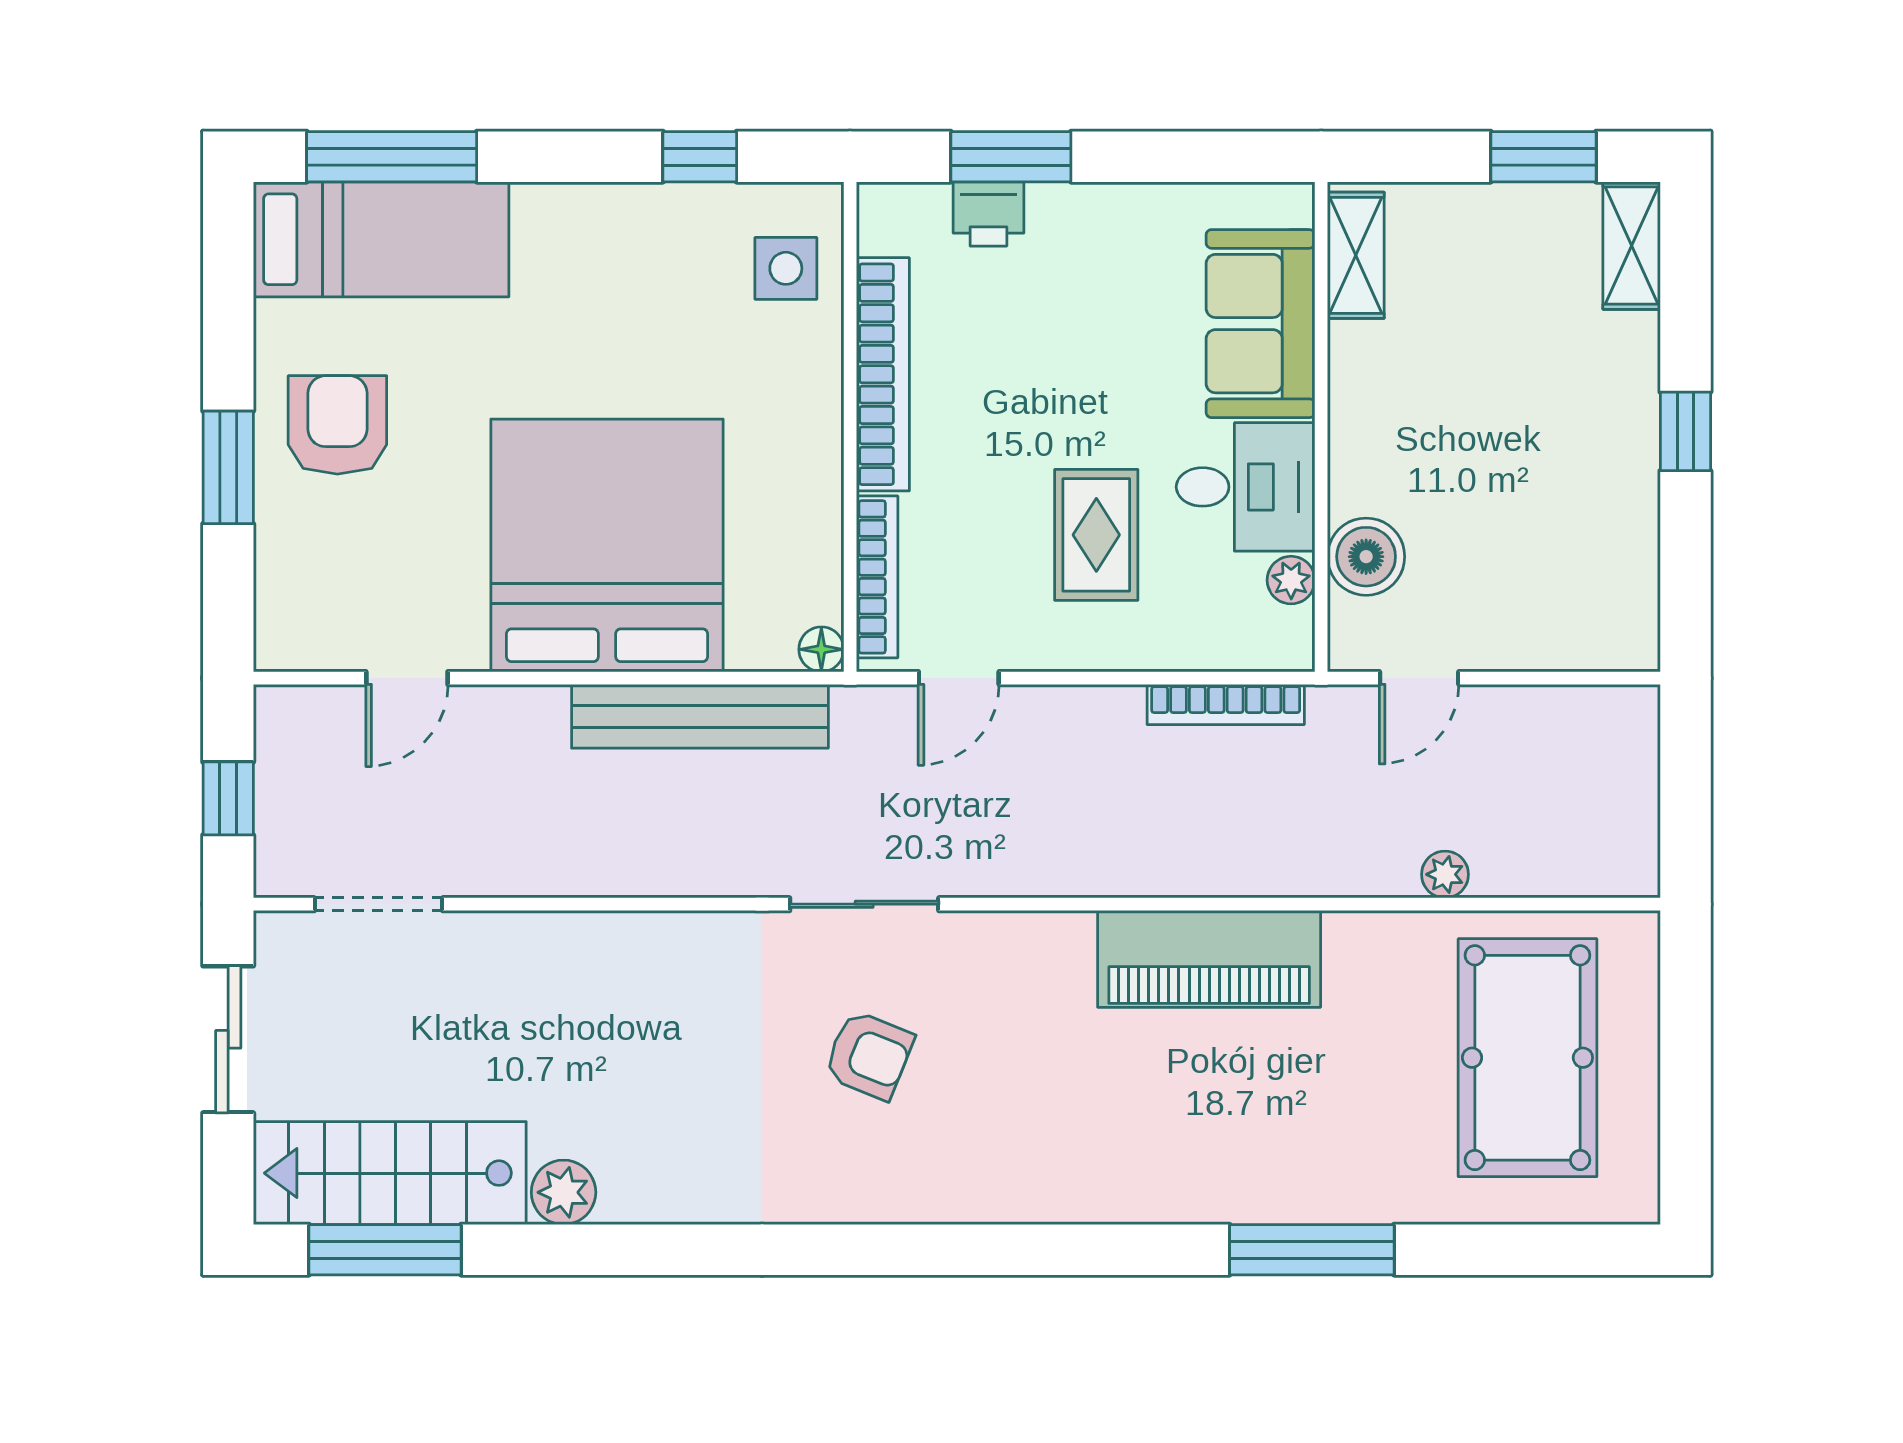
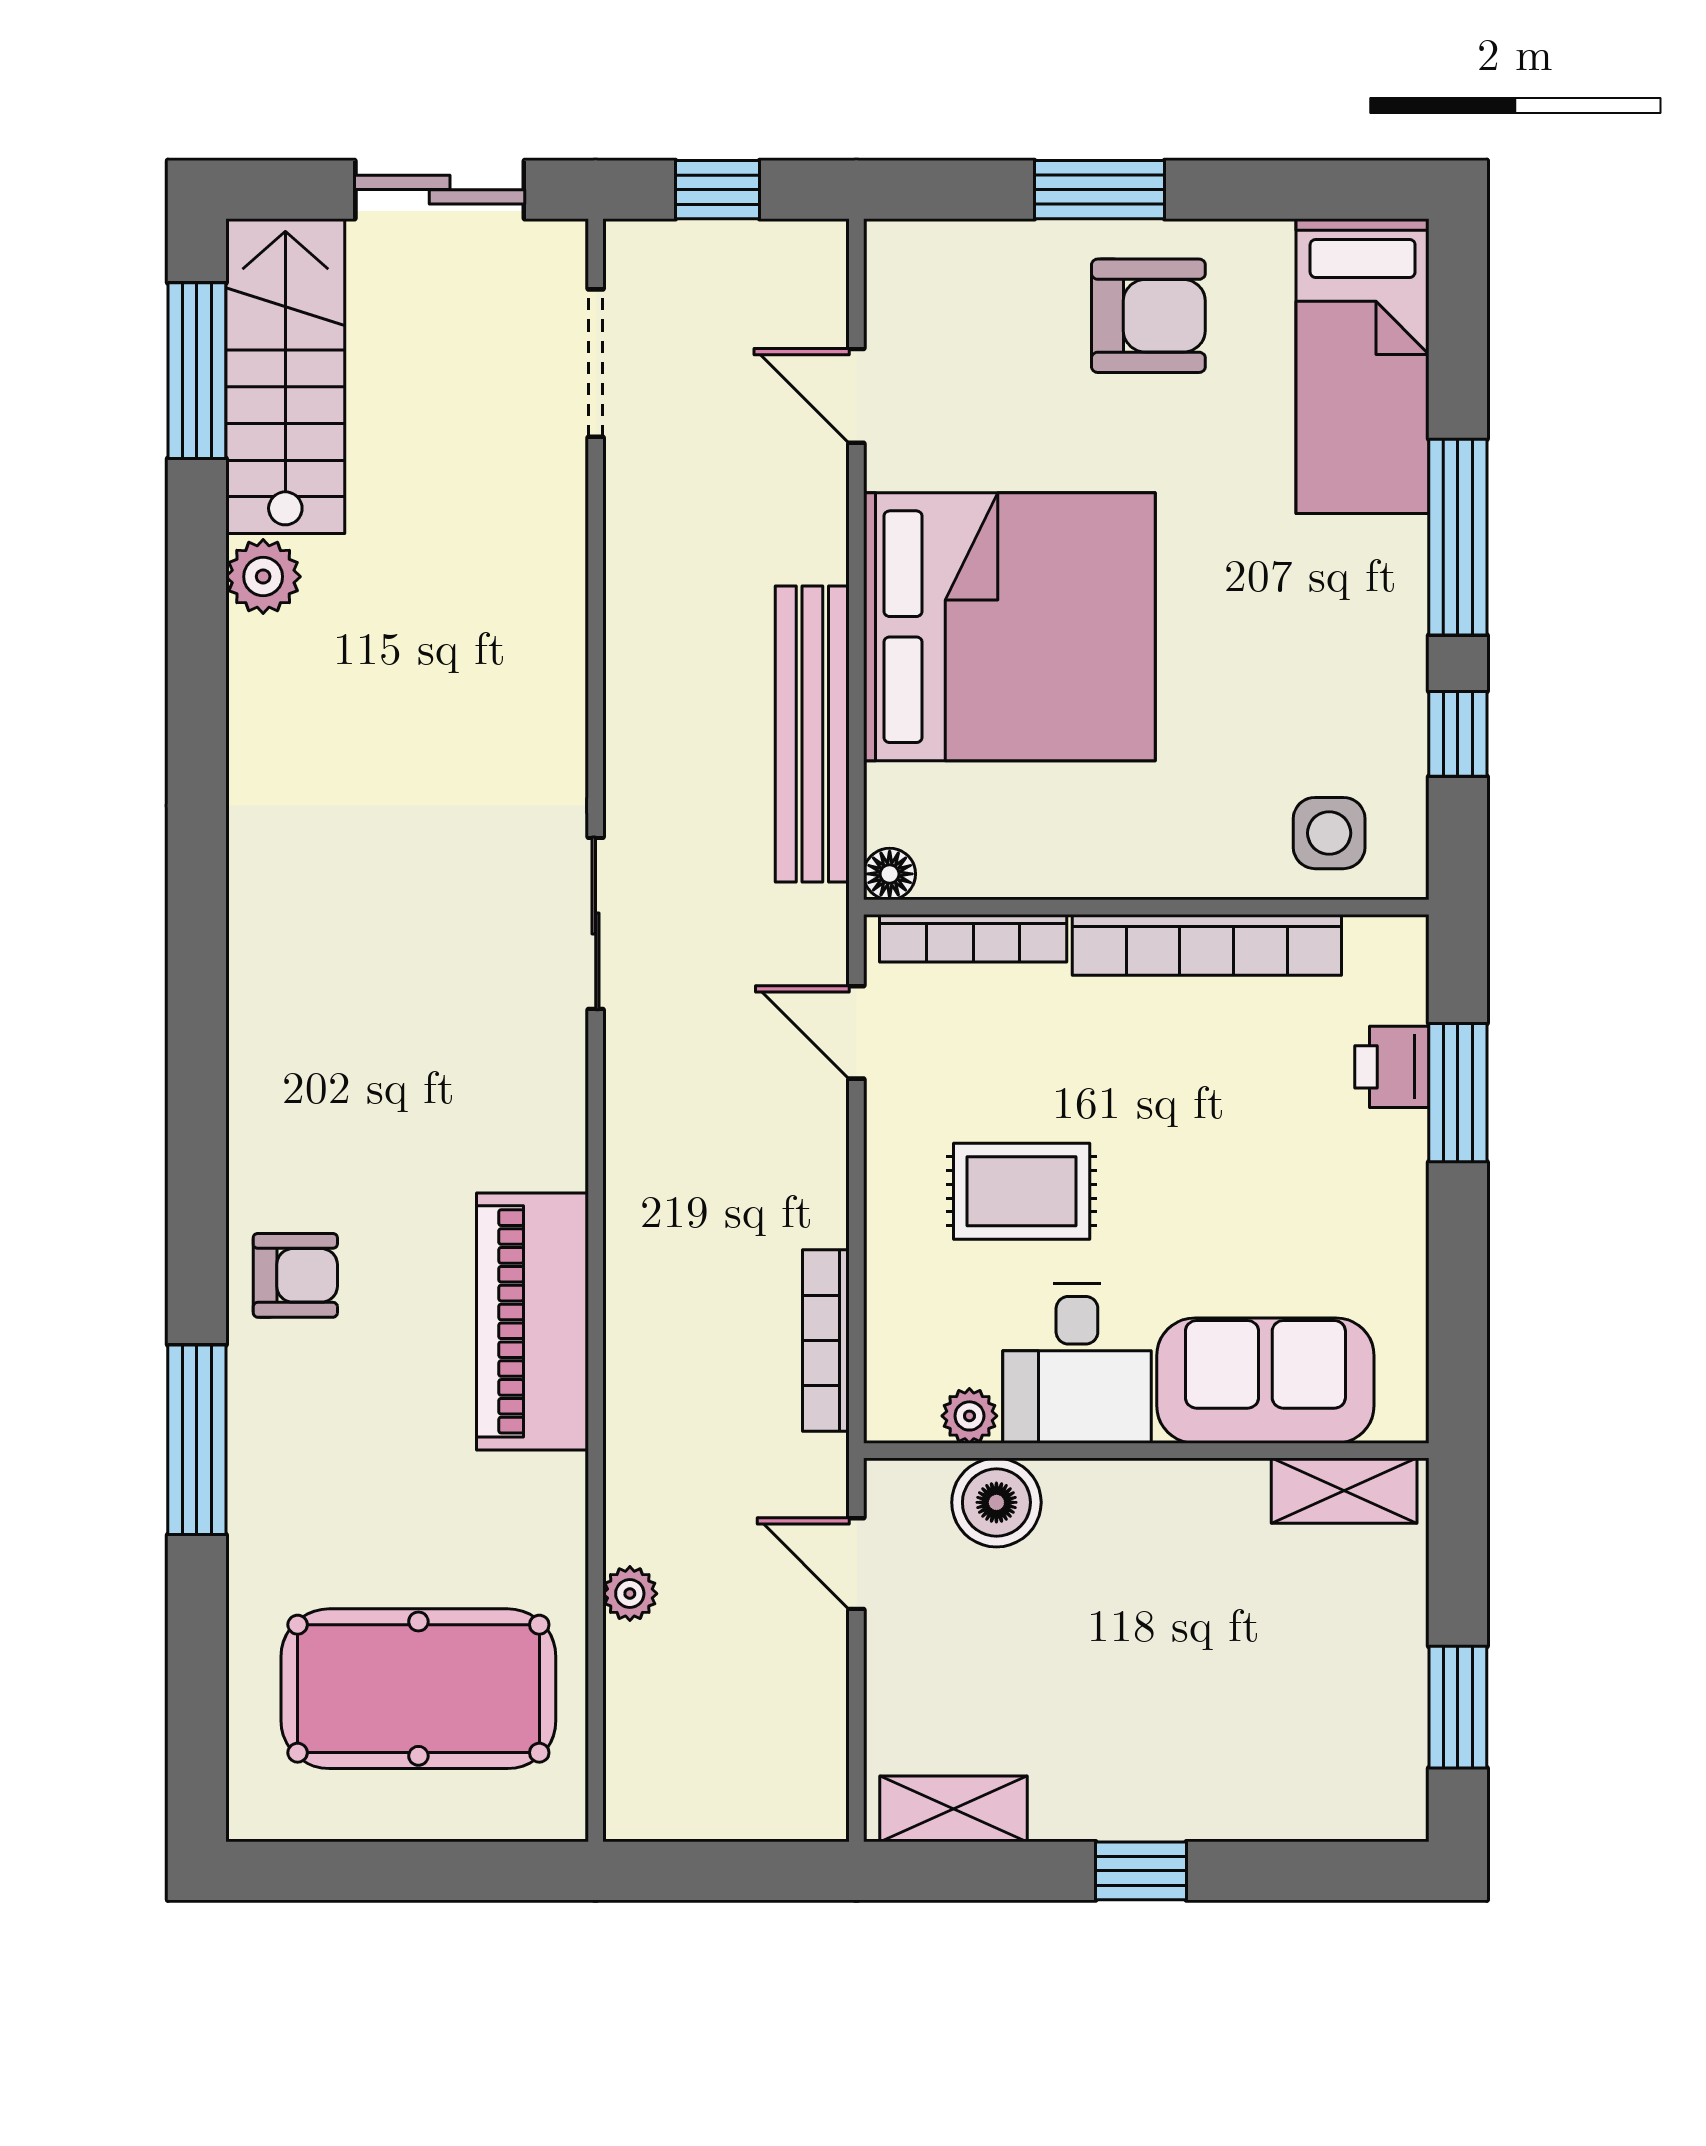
window: (392, 157) -> (1458, 537), moved
shelving: (1632, 246) -> (953, 1809), moved
armchair: (869, 1055) -> (295, 1275), moved, turned -112

